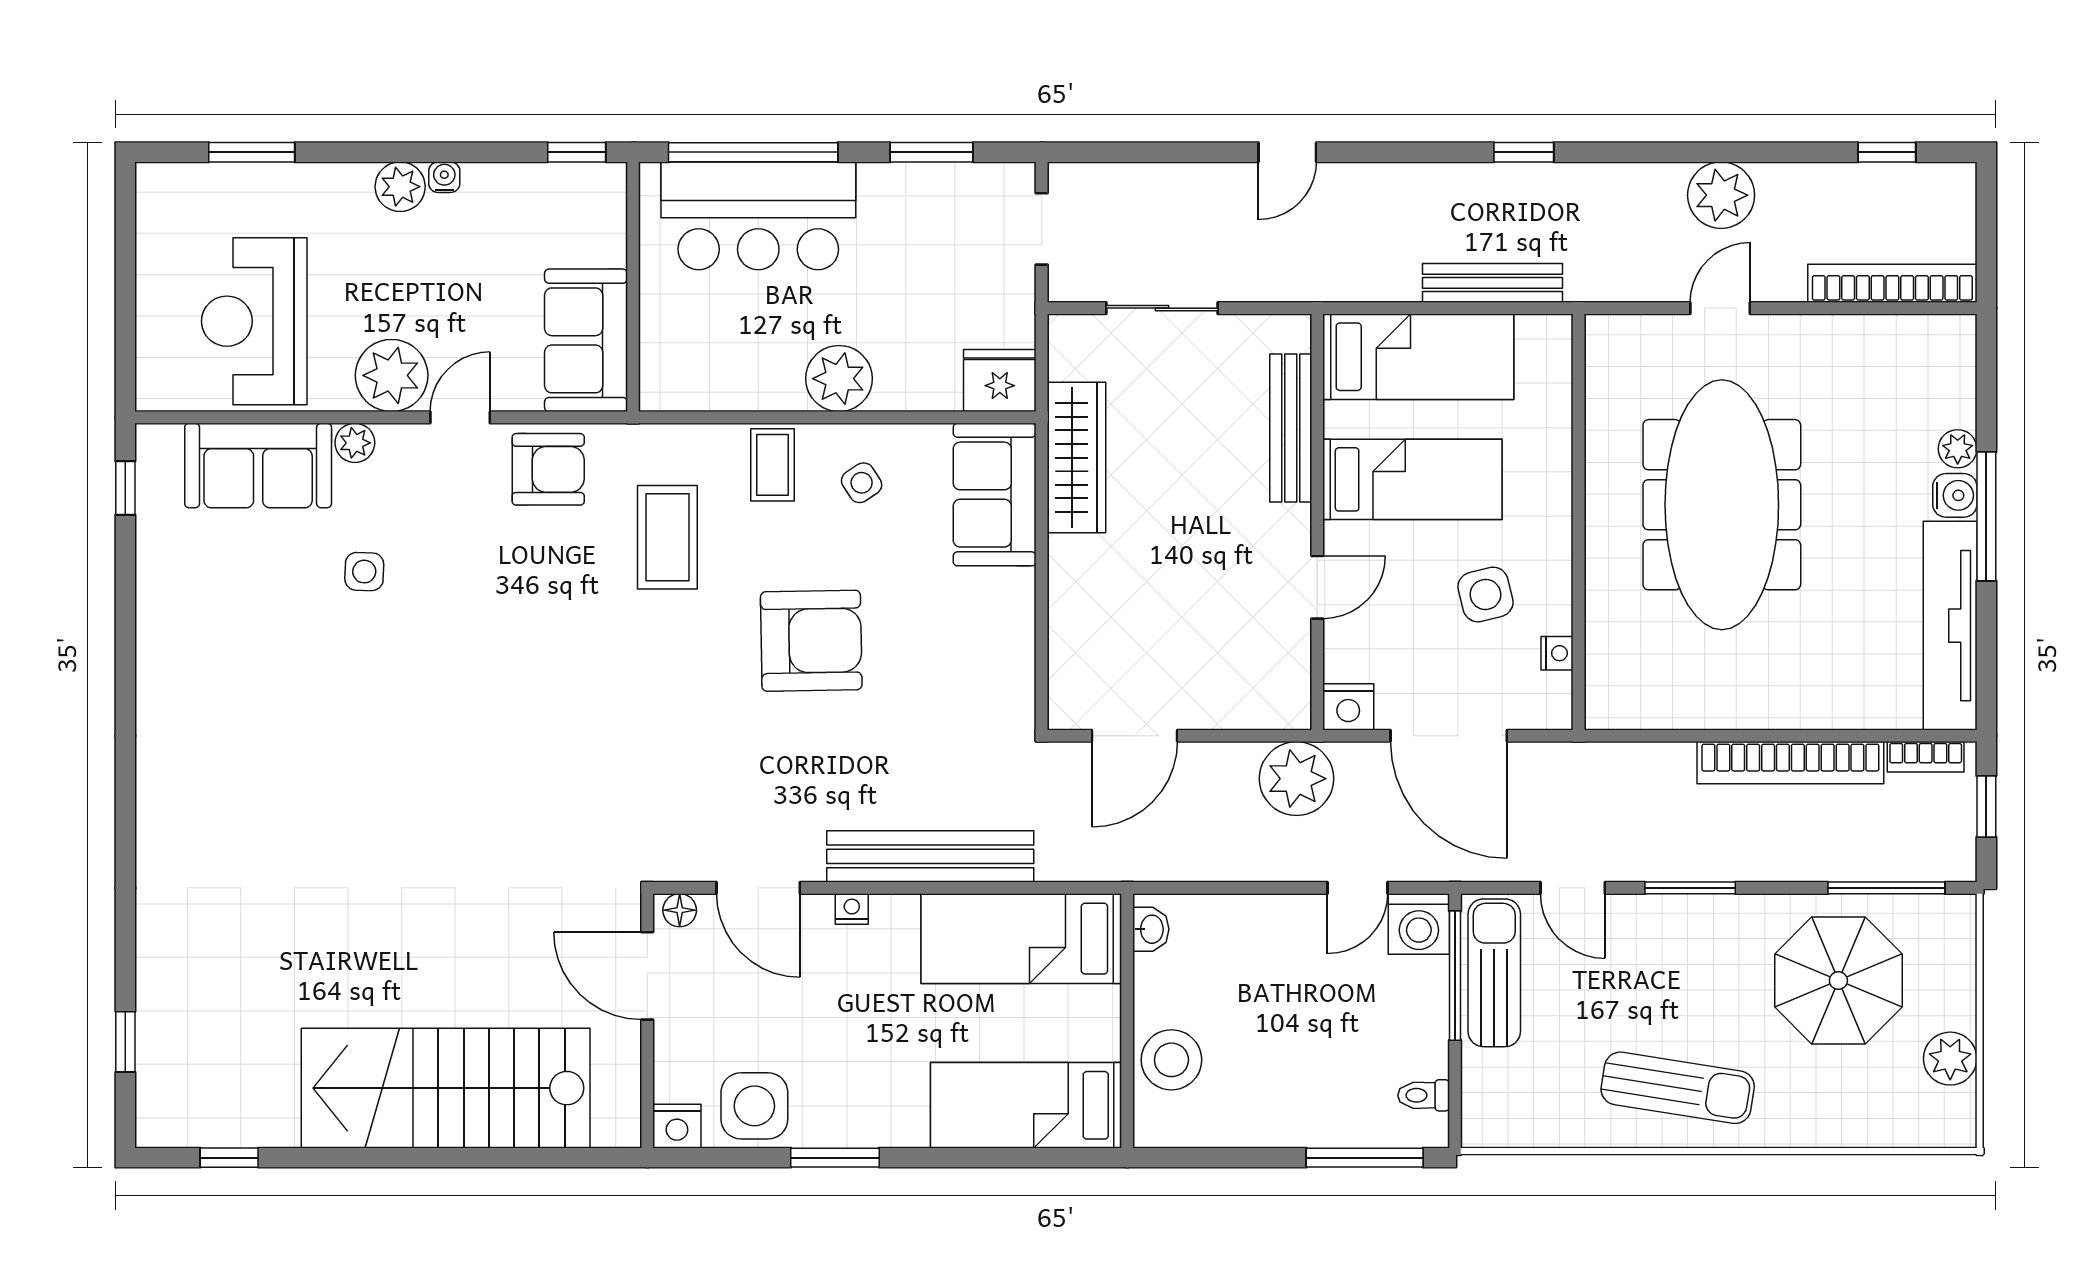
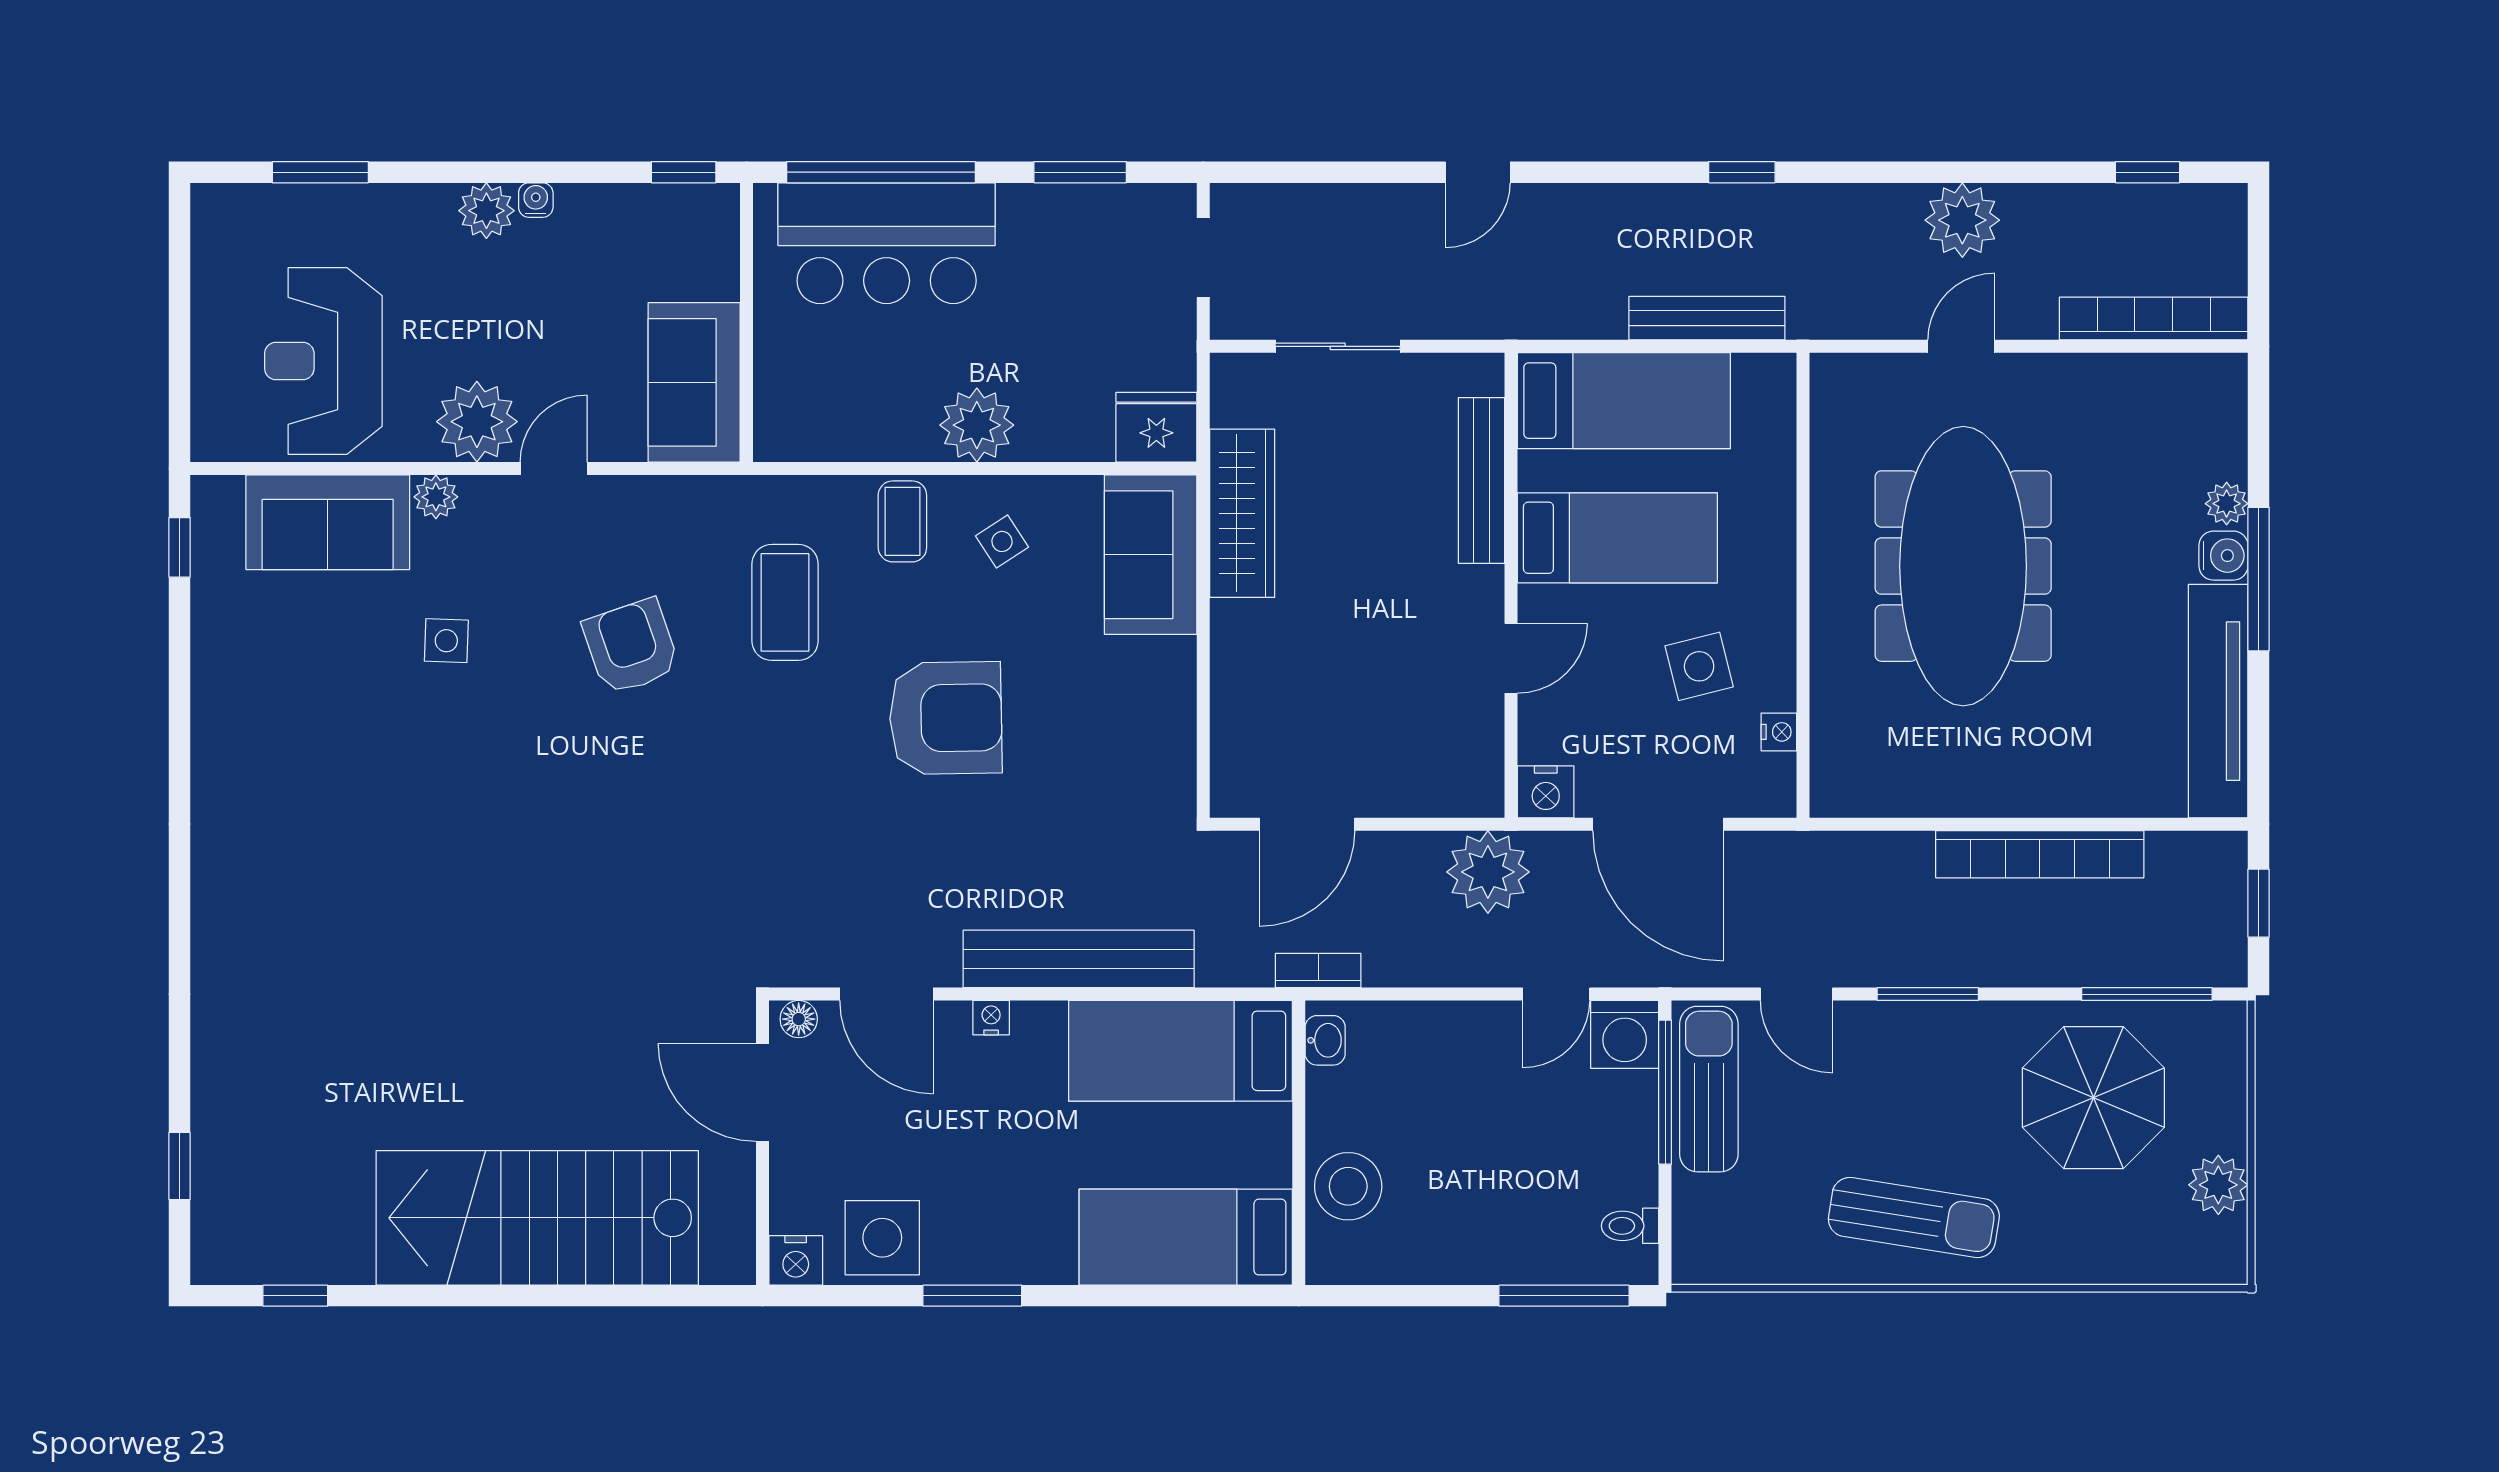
armchair: (548, 469) -> (631, 647), moved, turned -109
bookcase: (1926, 757) -> (1318, 971), moved, turned 180

